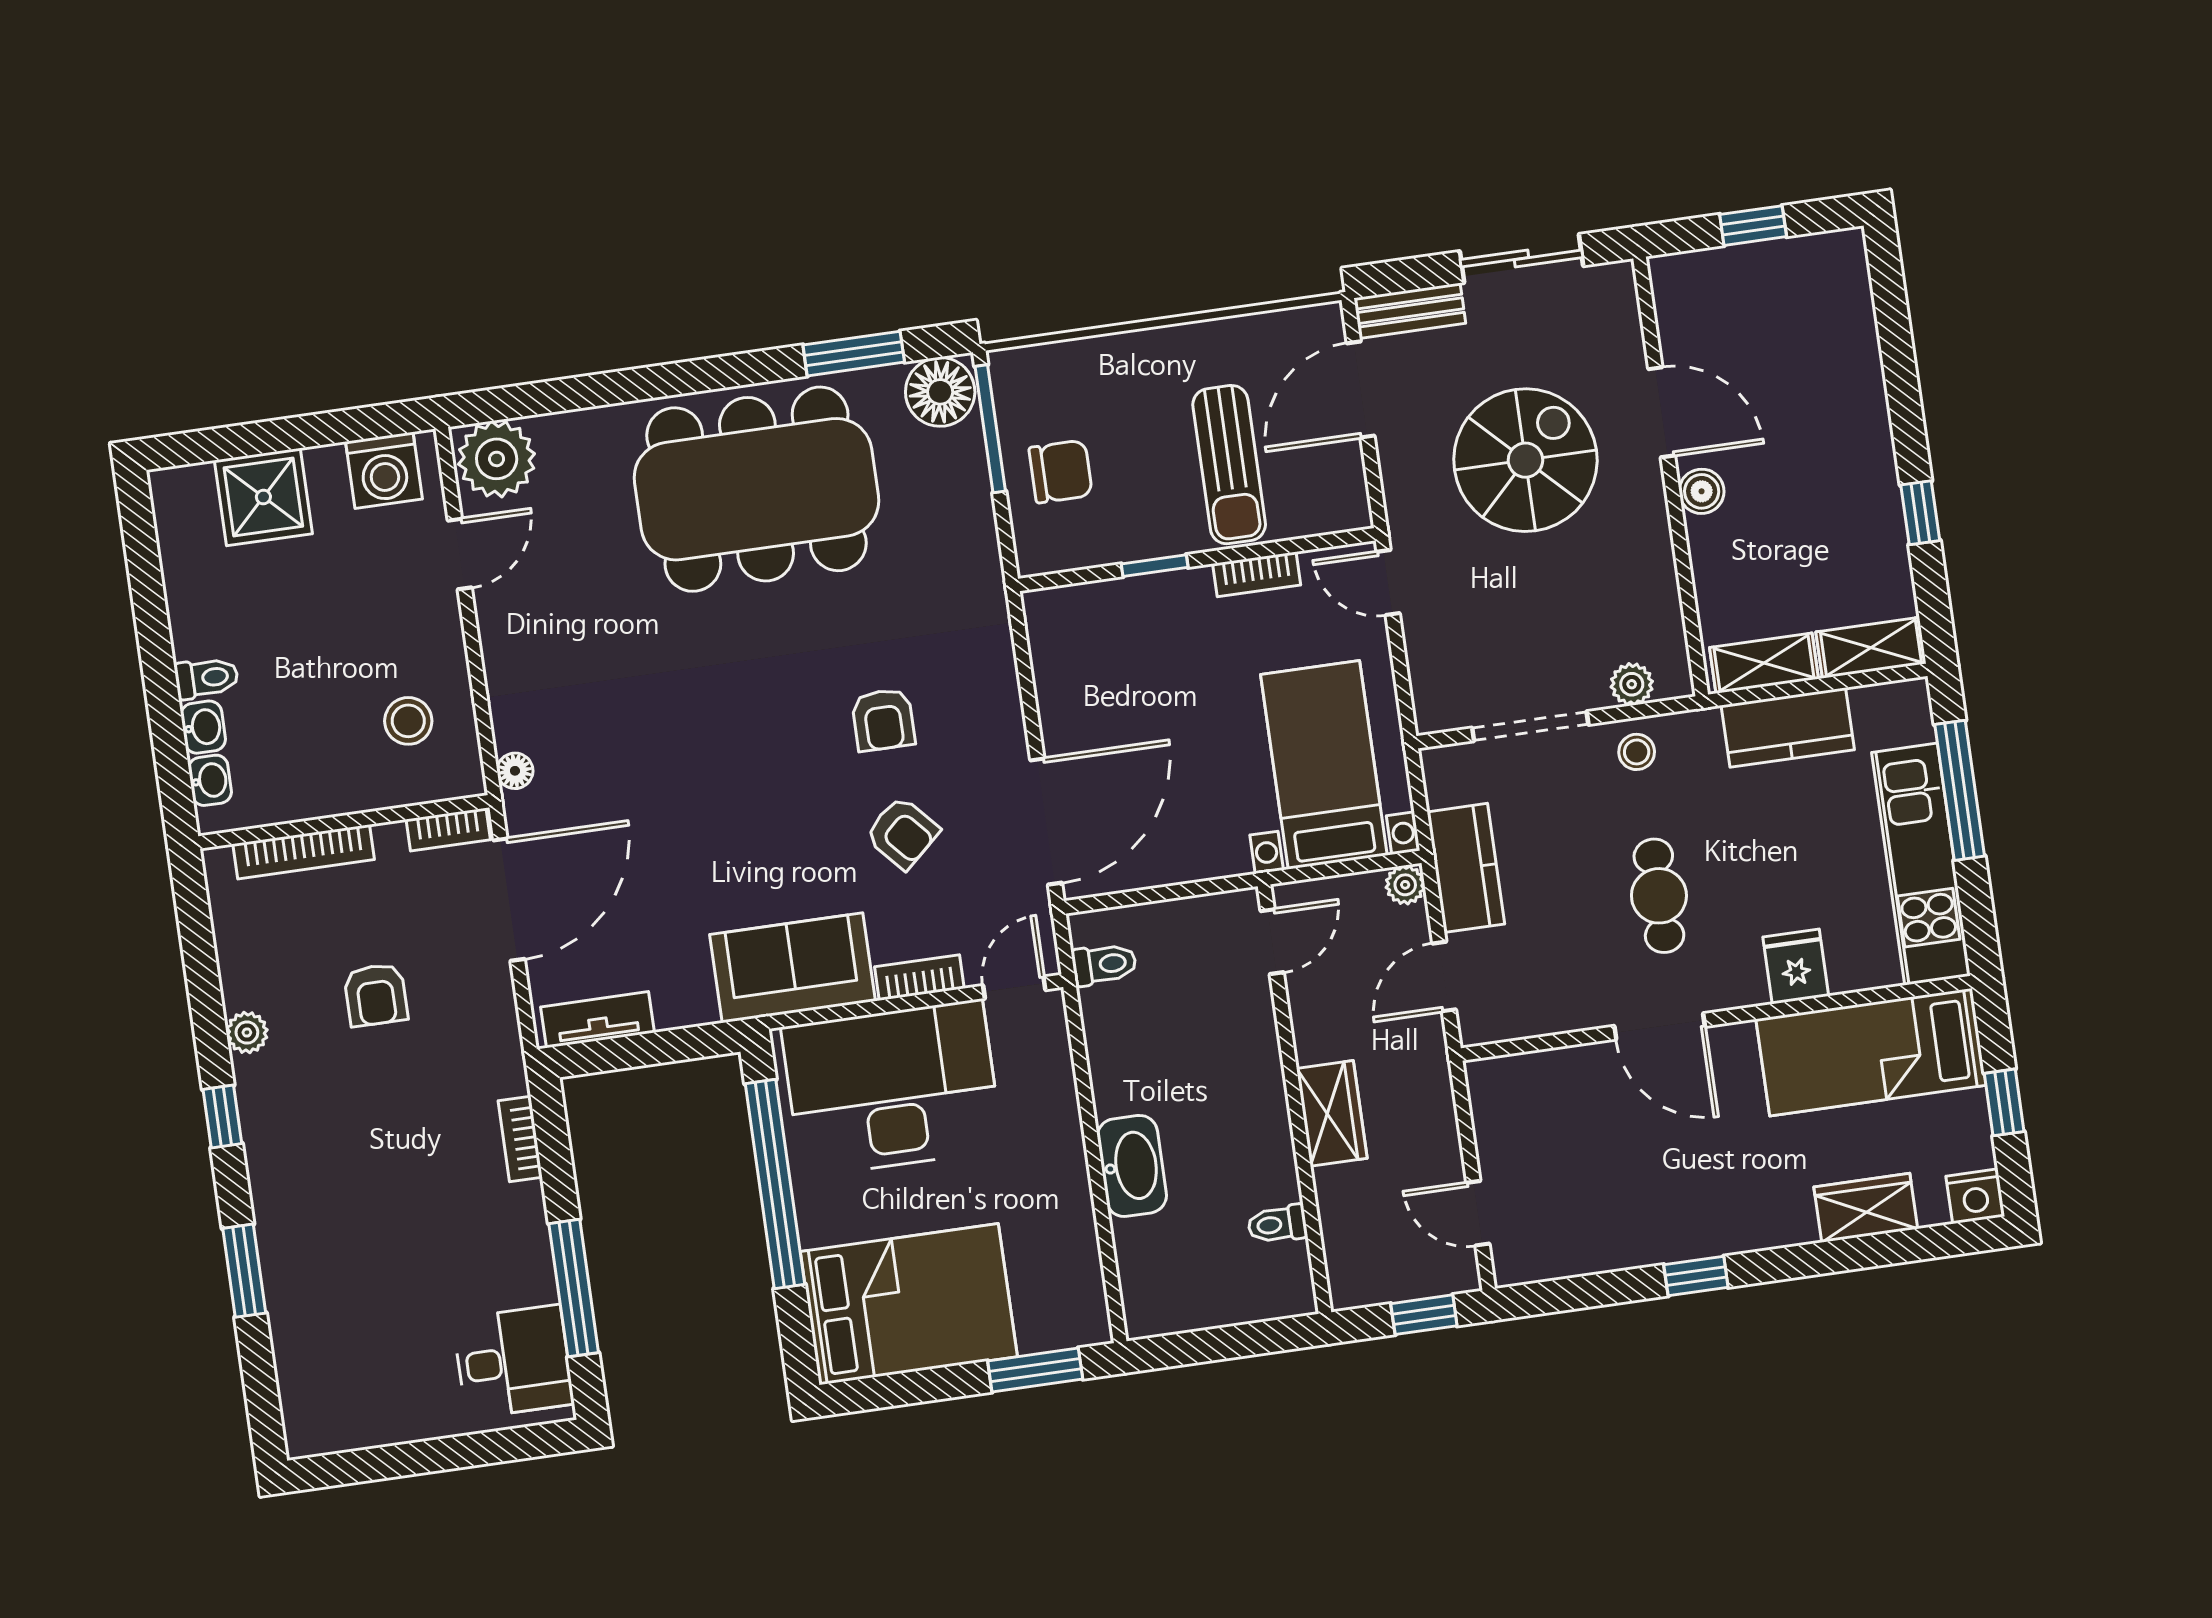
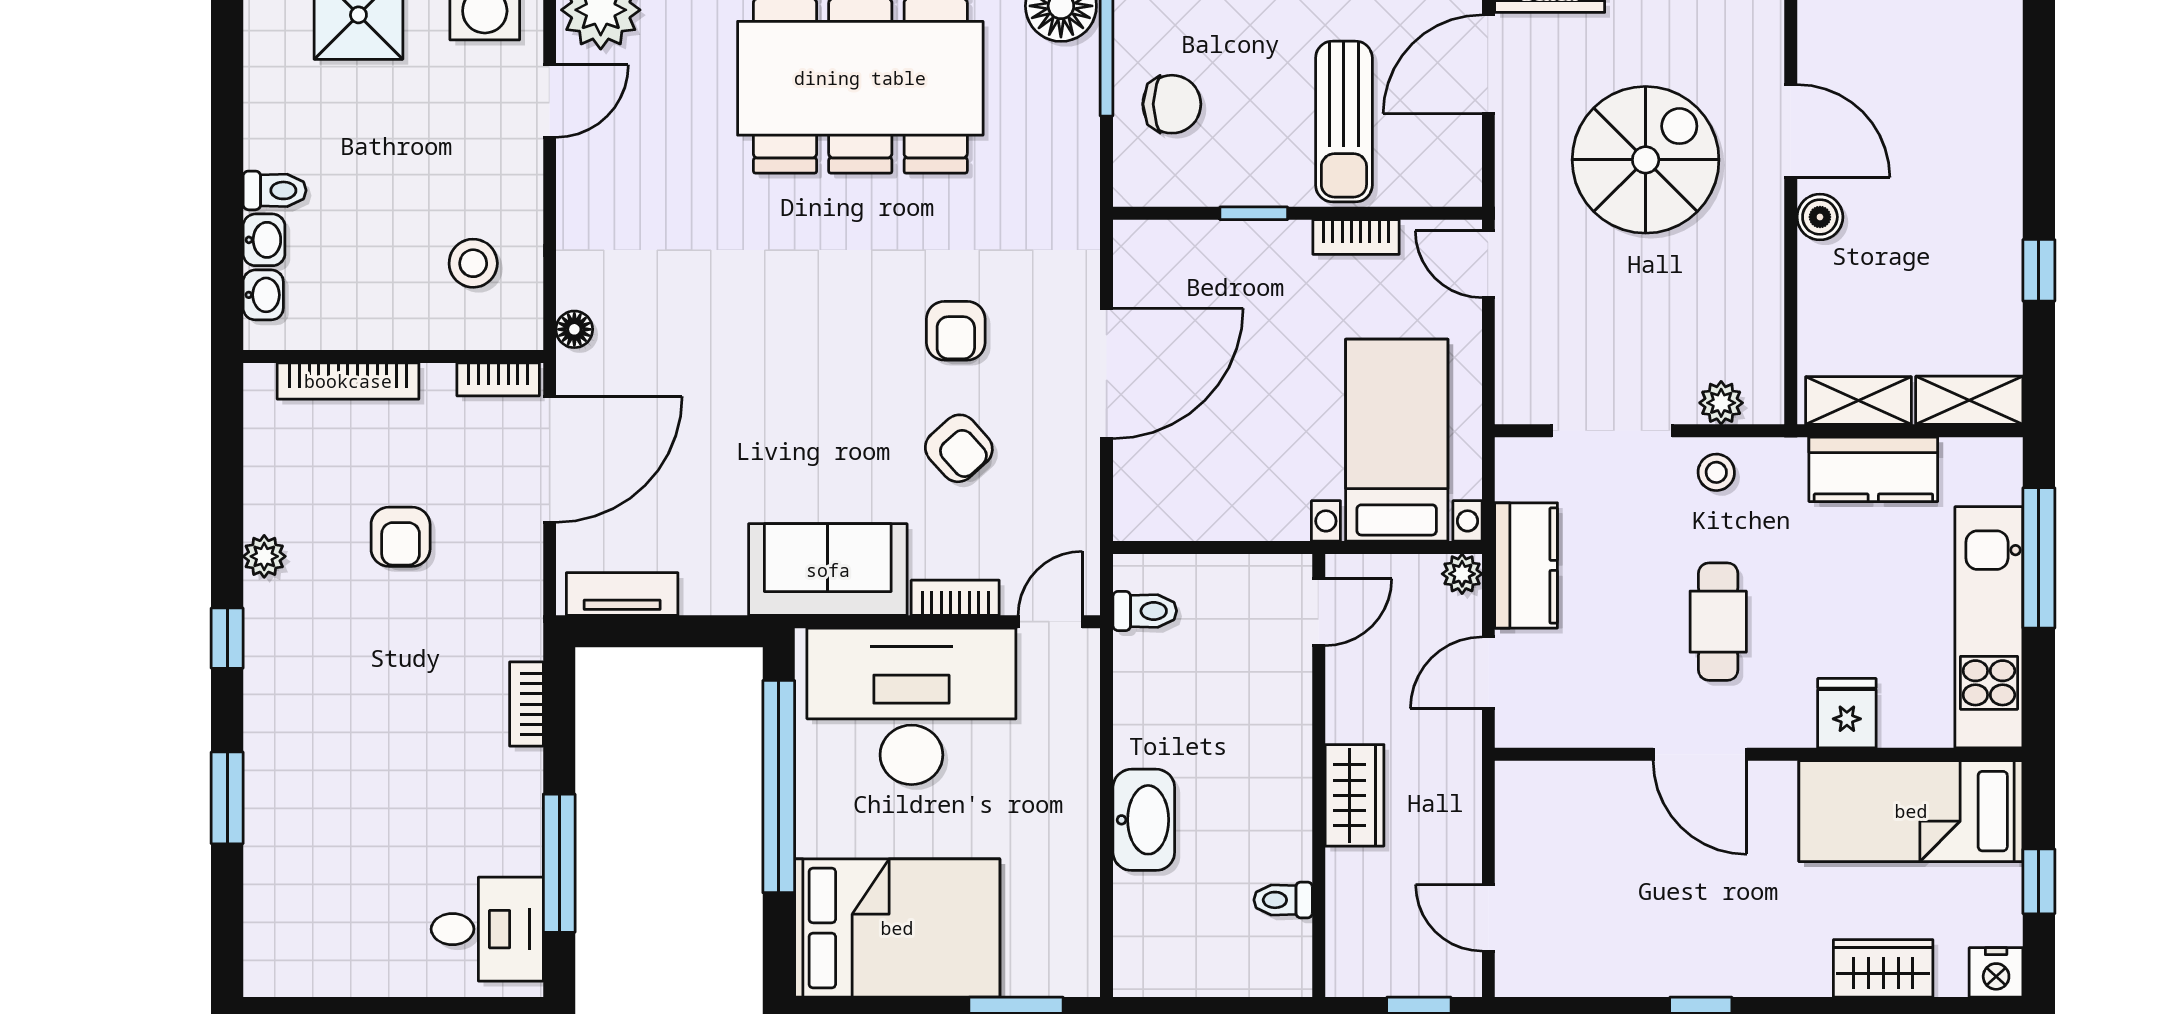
door: (1046, 822) -> (1107, 374), moved

